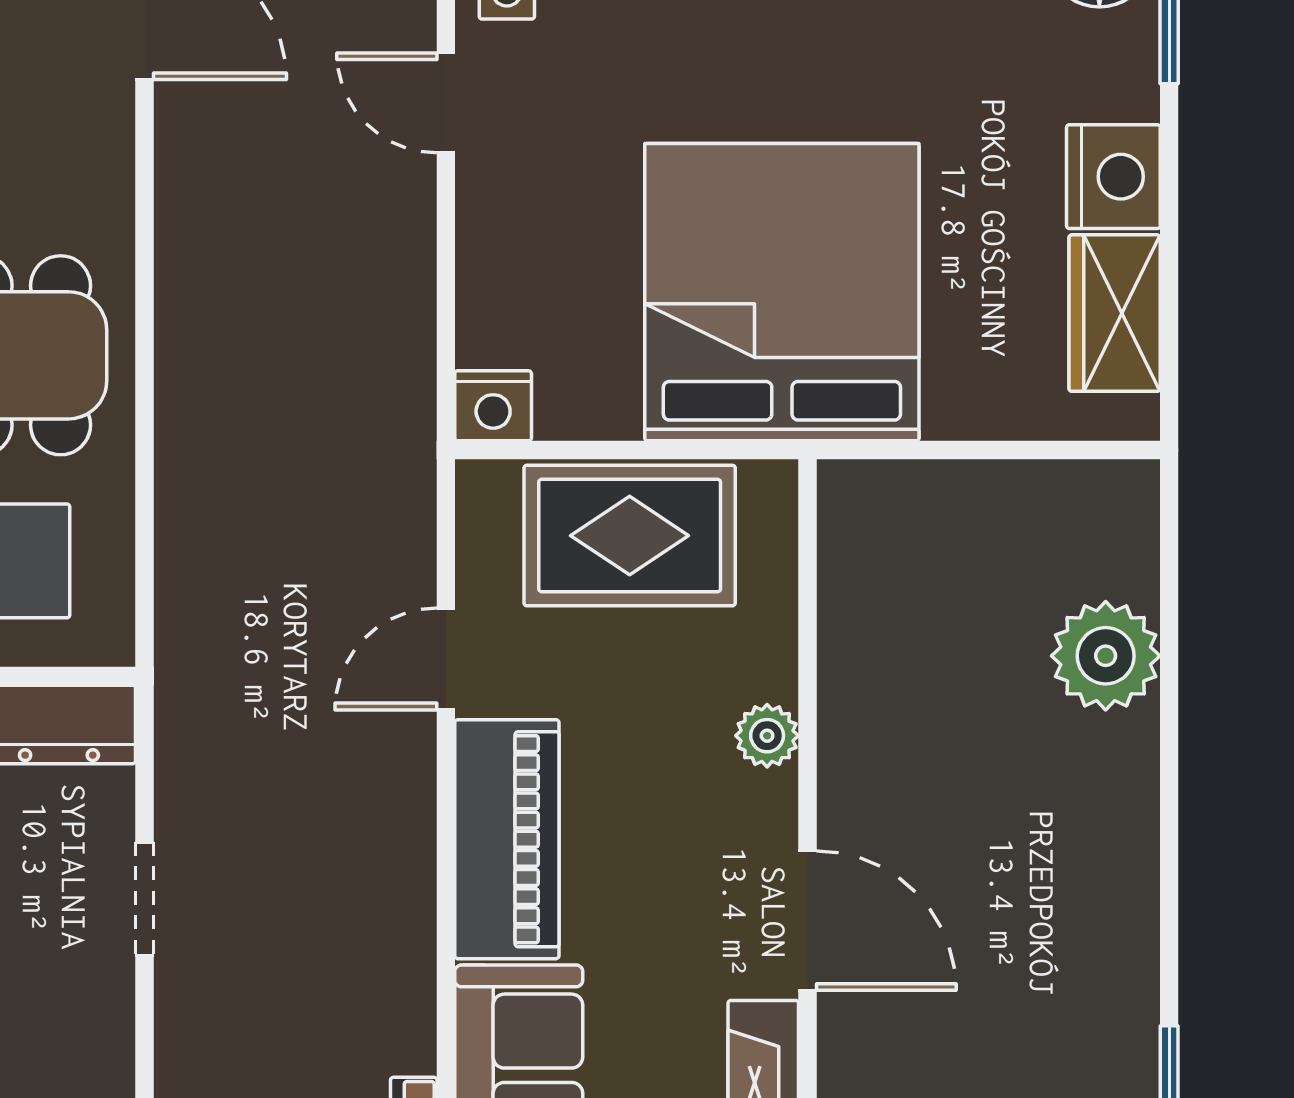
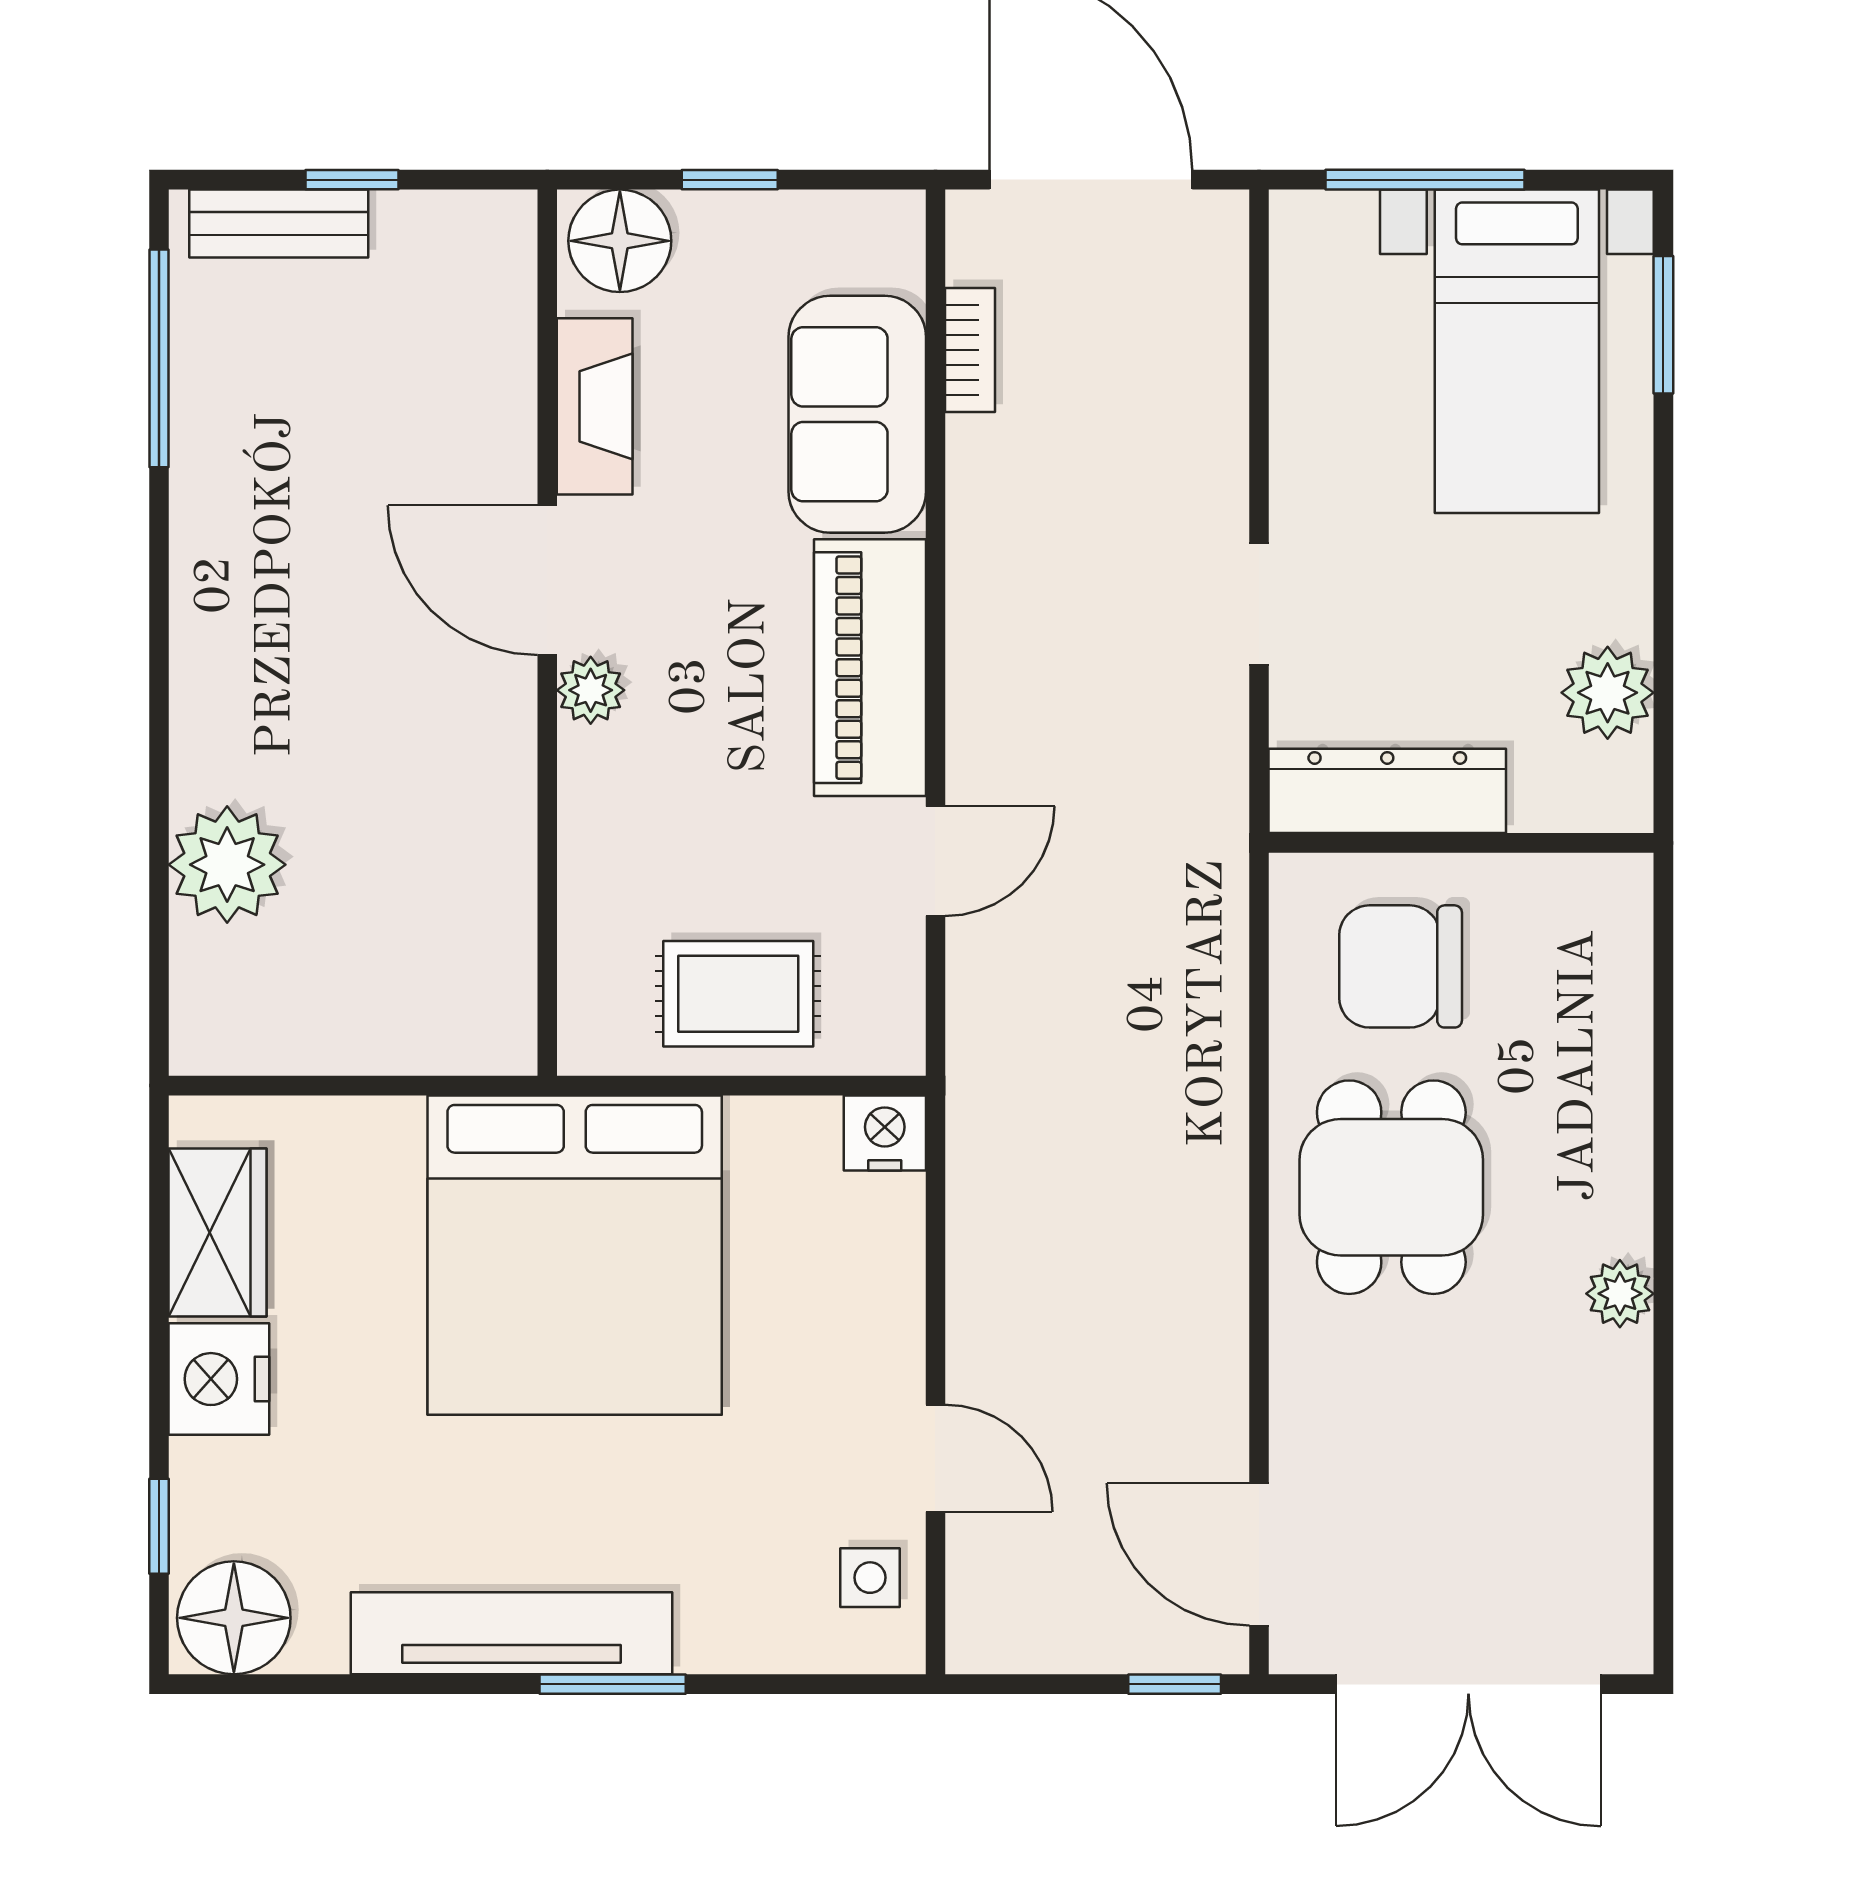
rug: (630, 536) -> (738, 994), width x0.73, depth x0.70
plant: (767, 736) -> (591, 690), moved

